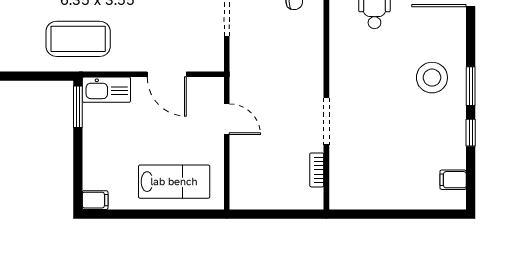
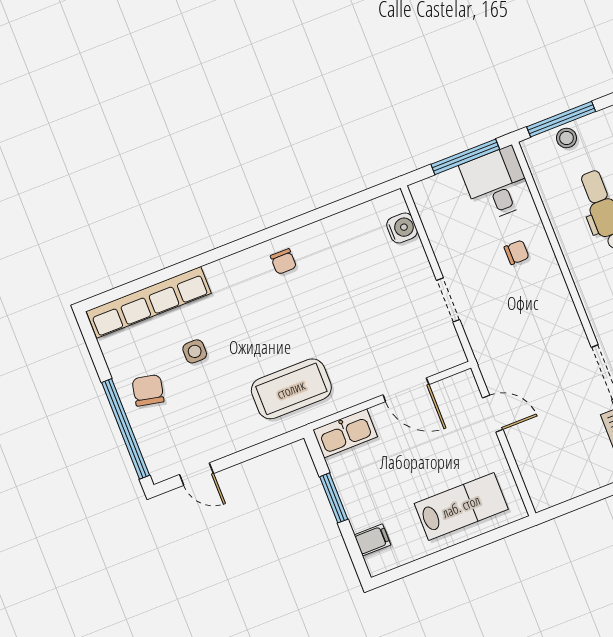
window: (78, 107) -> (334, 498), moved
filing cabinet: (95, 200) -> (372, 540), moved

